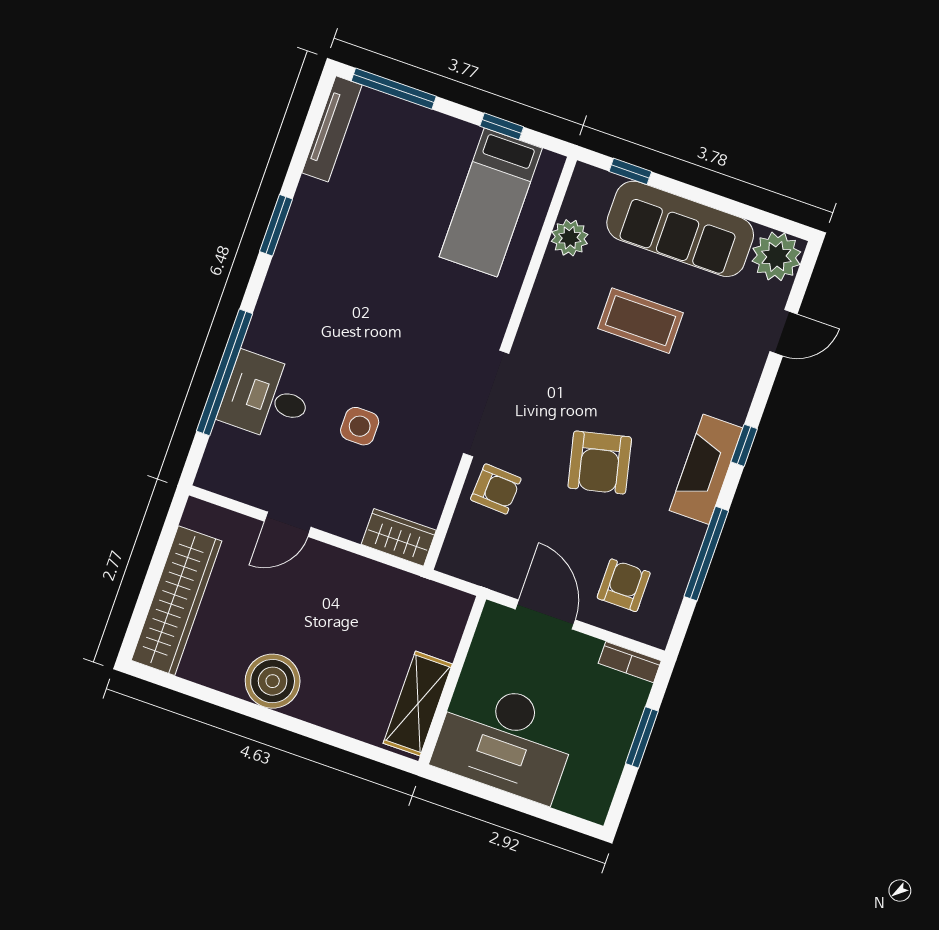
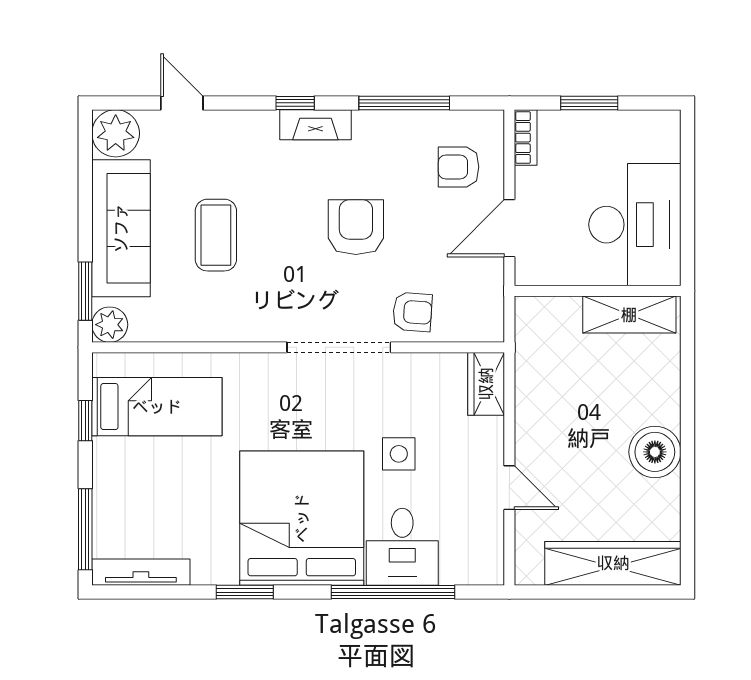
window: (630, 171) -> (85, 291), width x1.50
plant: (570, 238) -> (110, 325), moved
bed: (330, 308) -> (302, 518), added
armchair: (600, 462) -> (356, 227), turned -77
fireplace: (706, 469) -> (315, 125), width x0.73, depth x0.76
armchair: (496, 489) -> (412, 312), turned 91

